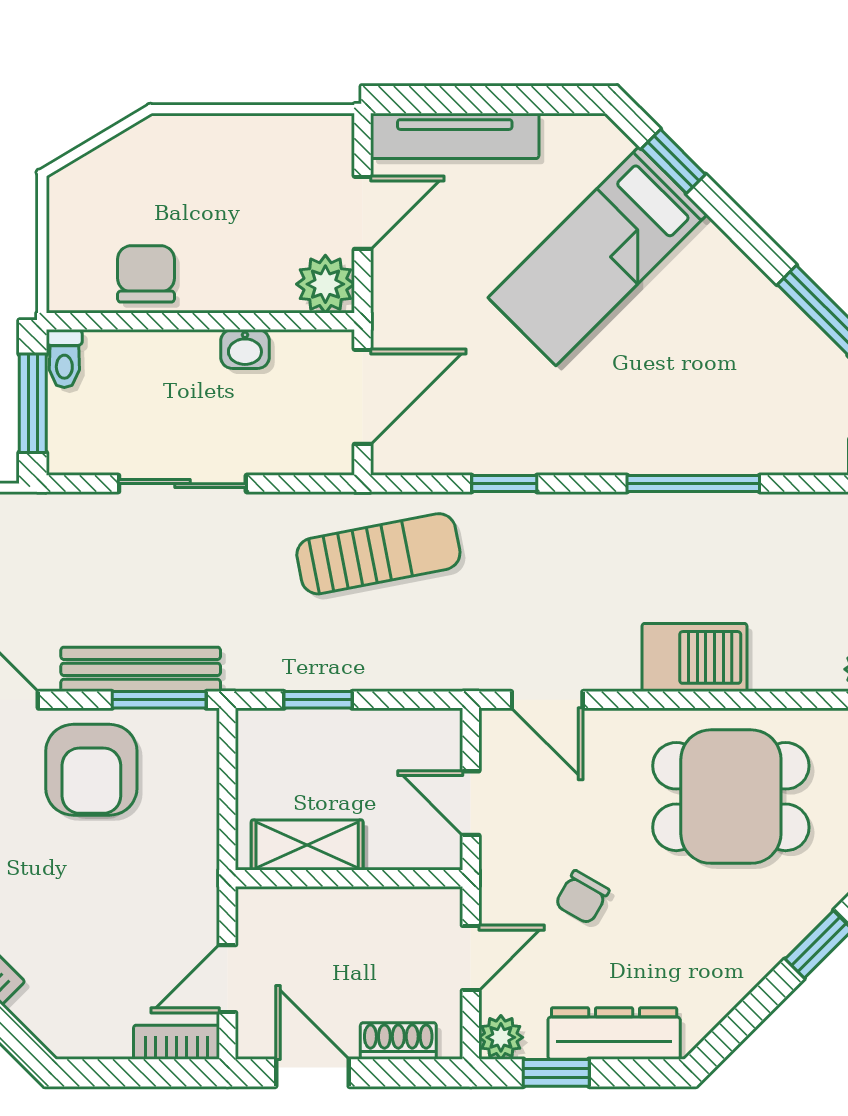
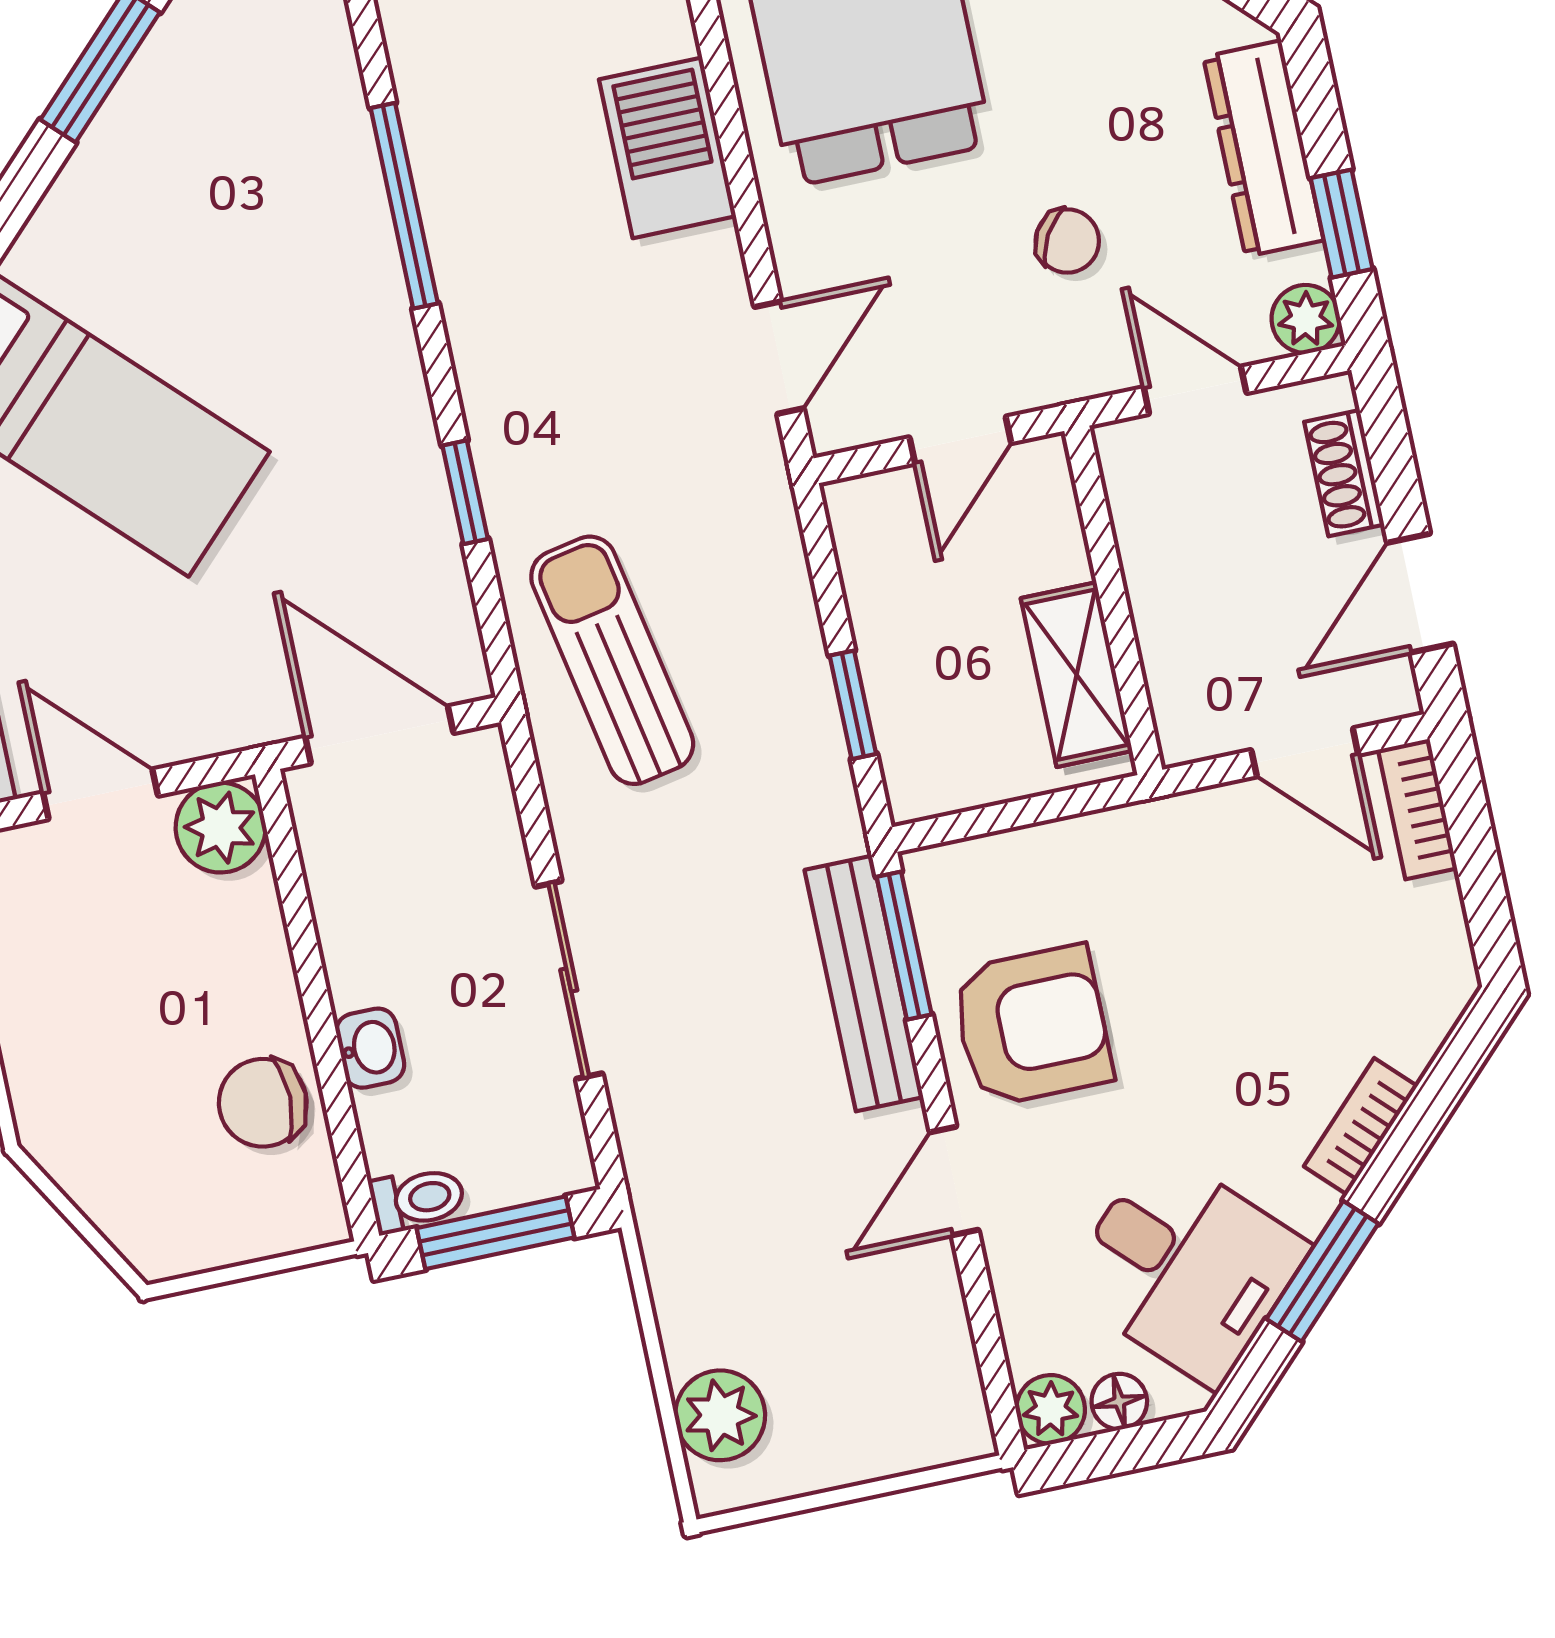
washbasin: (245, 349) -> (370, 1048), moved

